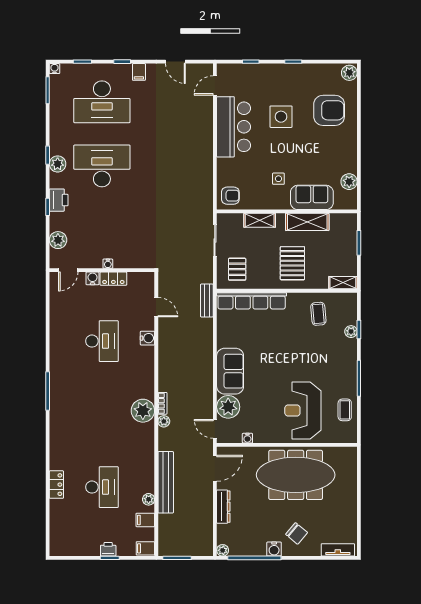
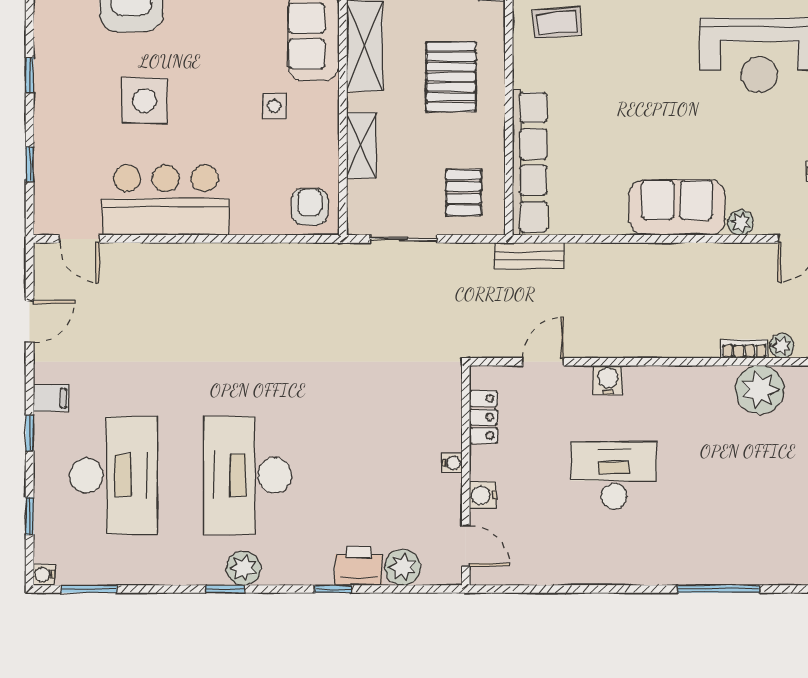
printer: (59, 200) -> (359, 566), moved
pallet: (292, 263) -> (451, 77), turned 90
pallet: (237, 269) -> (464, 193), turned 90
locker: (113, 279) -> (483, 417), moved
plant: (228, 407) -> (740, 222), width x0.53, depth x0.53

